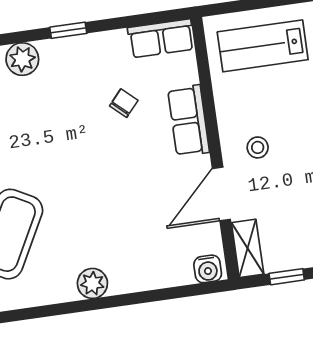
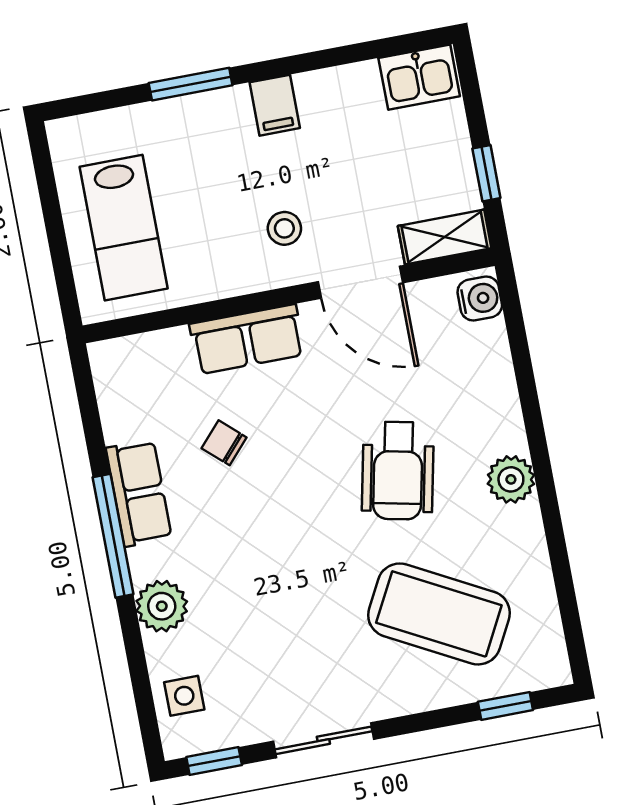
window: (68, 30) -> (113, 536), width x2.17
row of seats: (161, 38) -> (139, 493), moved
wheelchair: (101, 212) -> (398, 471), added

